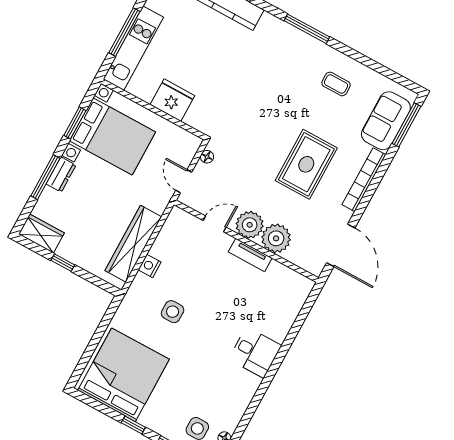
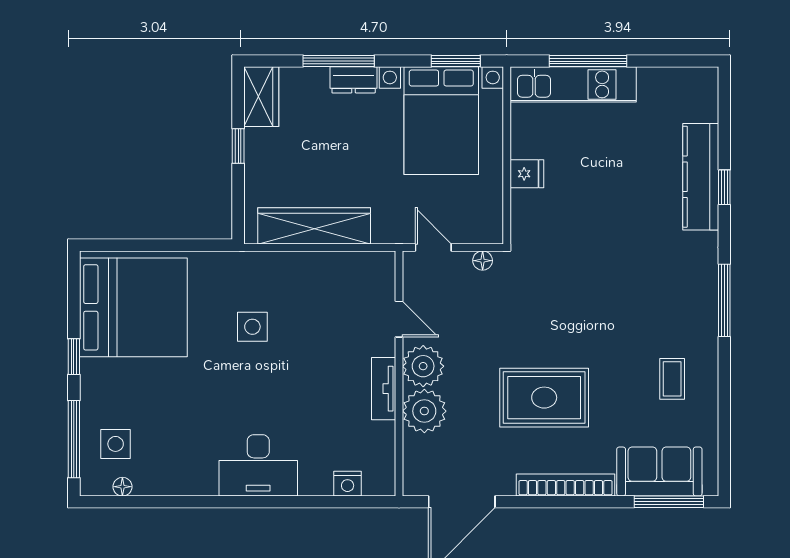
fridge: (172, 100) -> (527, 174), width x0.53, depth x0.75
window: (75, 123) -> (456, 61), moved
door: (184, 181) -> (433, 247), hinge flipped
nightstand: (150, 266) -> (348, 484), moved, turned 180
desk: (255, 352) -> (258, 465), width x1.37

